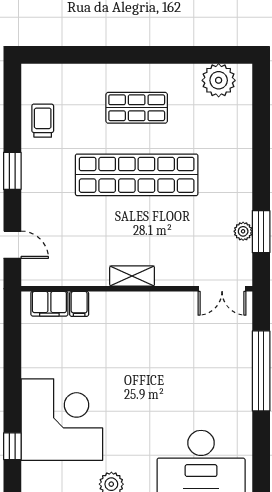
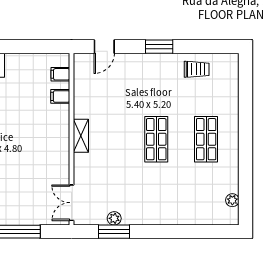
plant: (219, 80) -> (232, 200), width x0.53, depth x0.53
shop shelf: (137, 175) -> (156, 139), width x0.50, depth x0.74
filing cabinet: (49, 304) -> (60, 74), width x0.50

